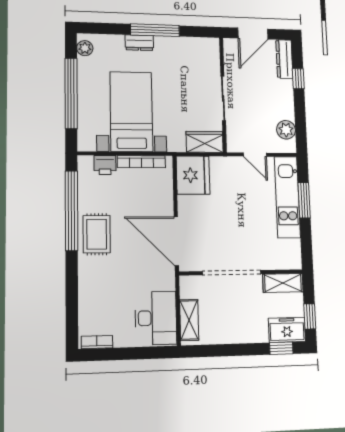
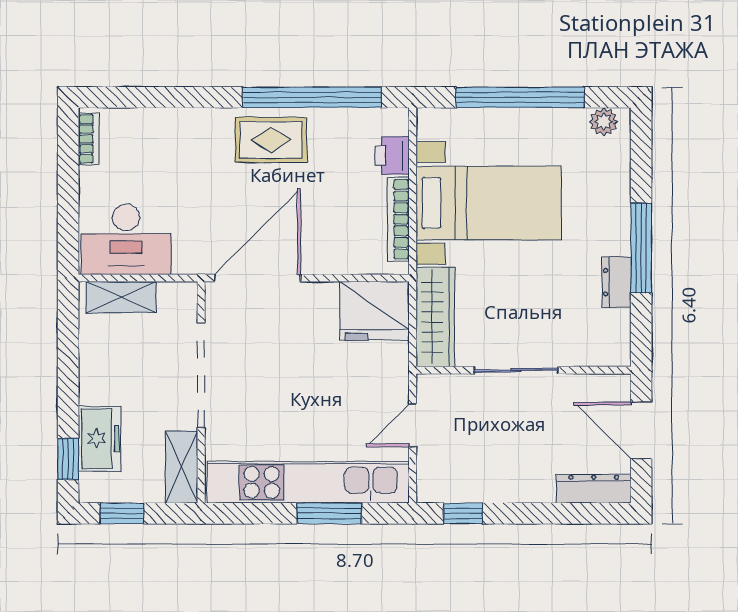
dresser: (139, 43) -> (617, 282), moved
window: (298, 79) -> (463, 513), moved
plant: (286, 130) -> (459, 486), removed
wardrobe: (205, 142) -> (435, 317), width x1.50
kitchen unit: (287, 197) -> (308, 482), width x1.36
freezer: (287, 330) -> (100, 439), moved

